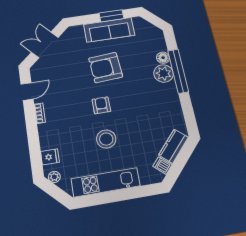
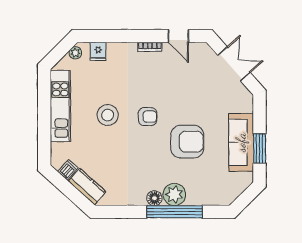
floor lamp: (163, 58) -> (154, 198), moved
armchair: (106, 68) -> (187, 142), moved, turned 94

